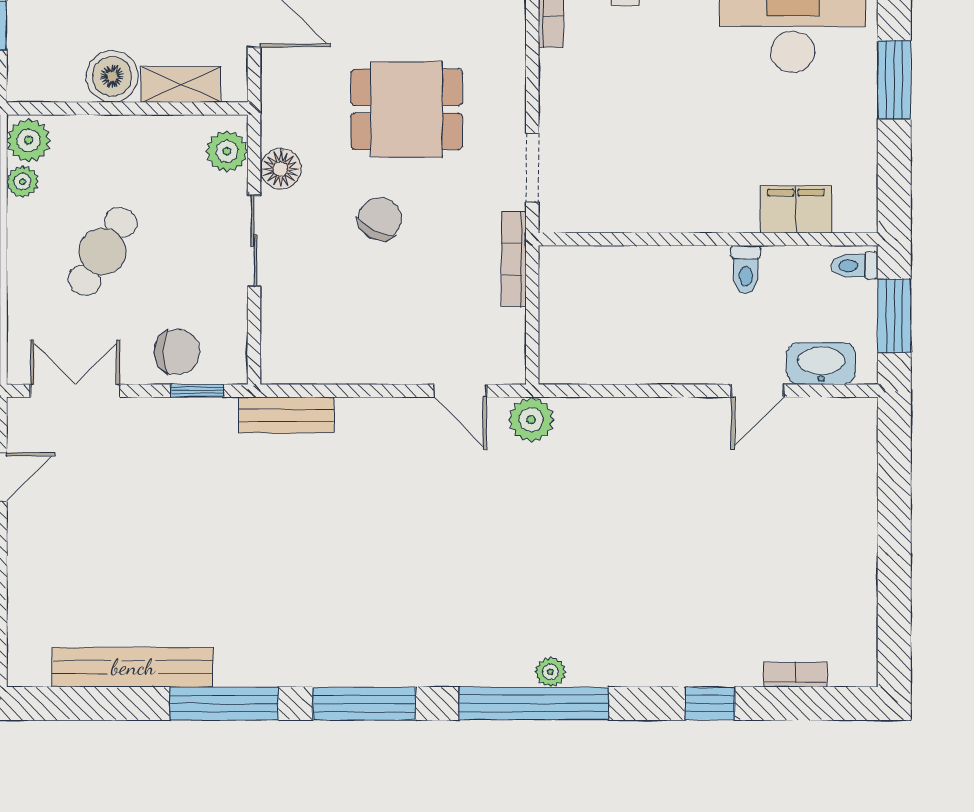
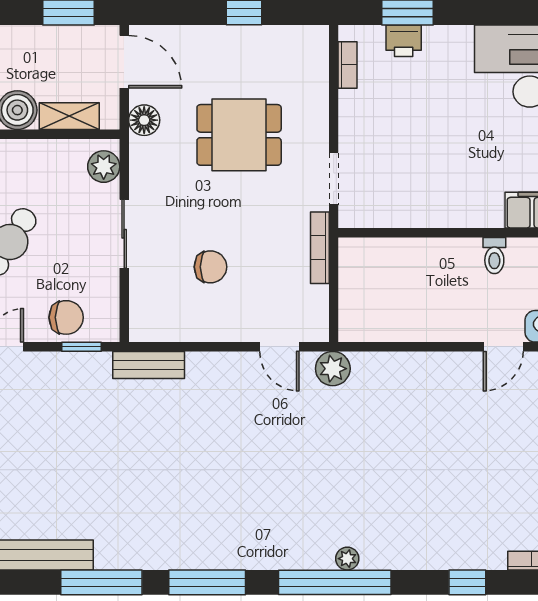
floor lamp: (281, 169) -> (144, 120), moved
chair: (380, 219) -> (210, 267), moved, turned 64

